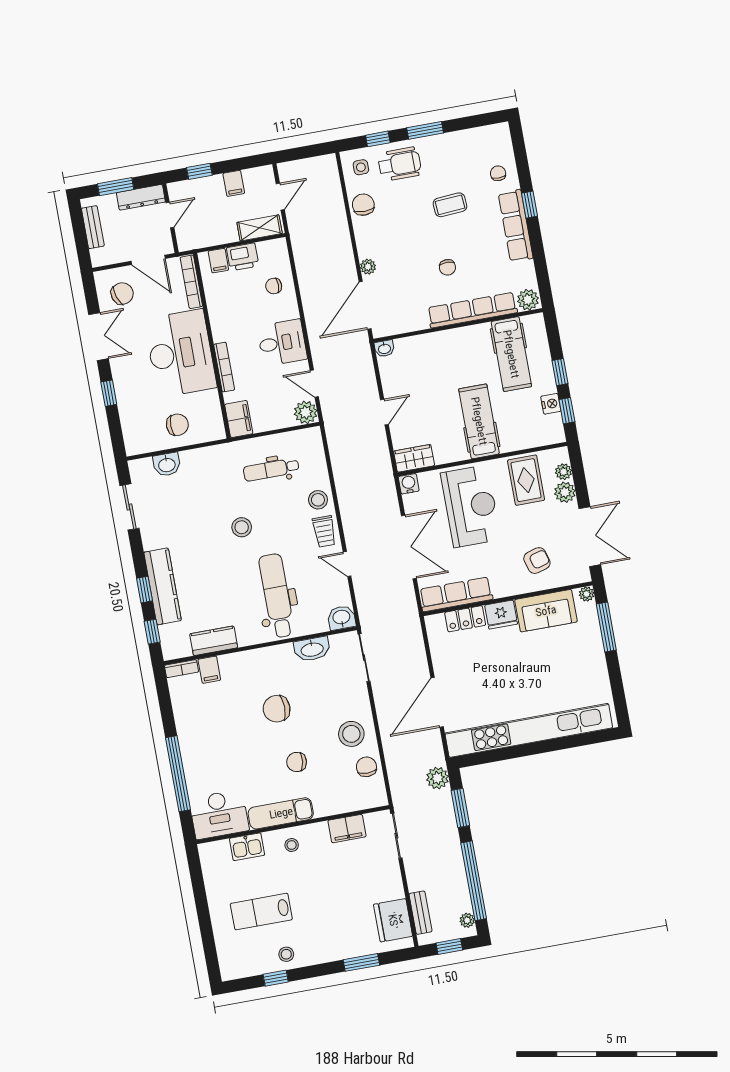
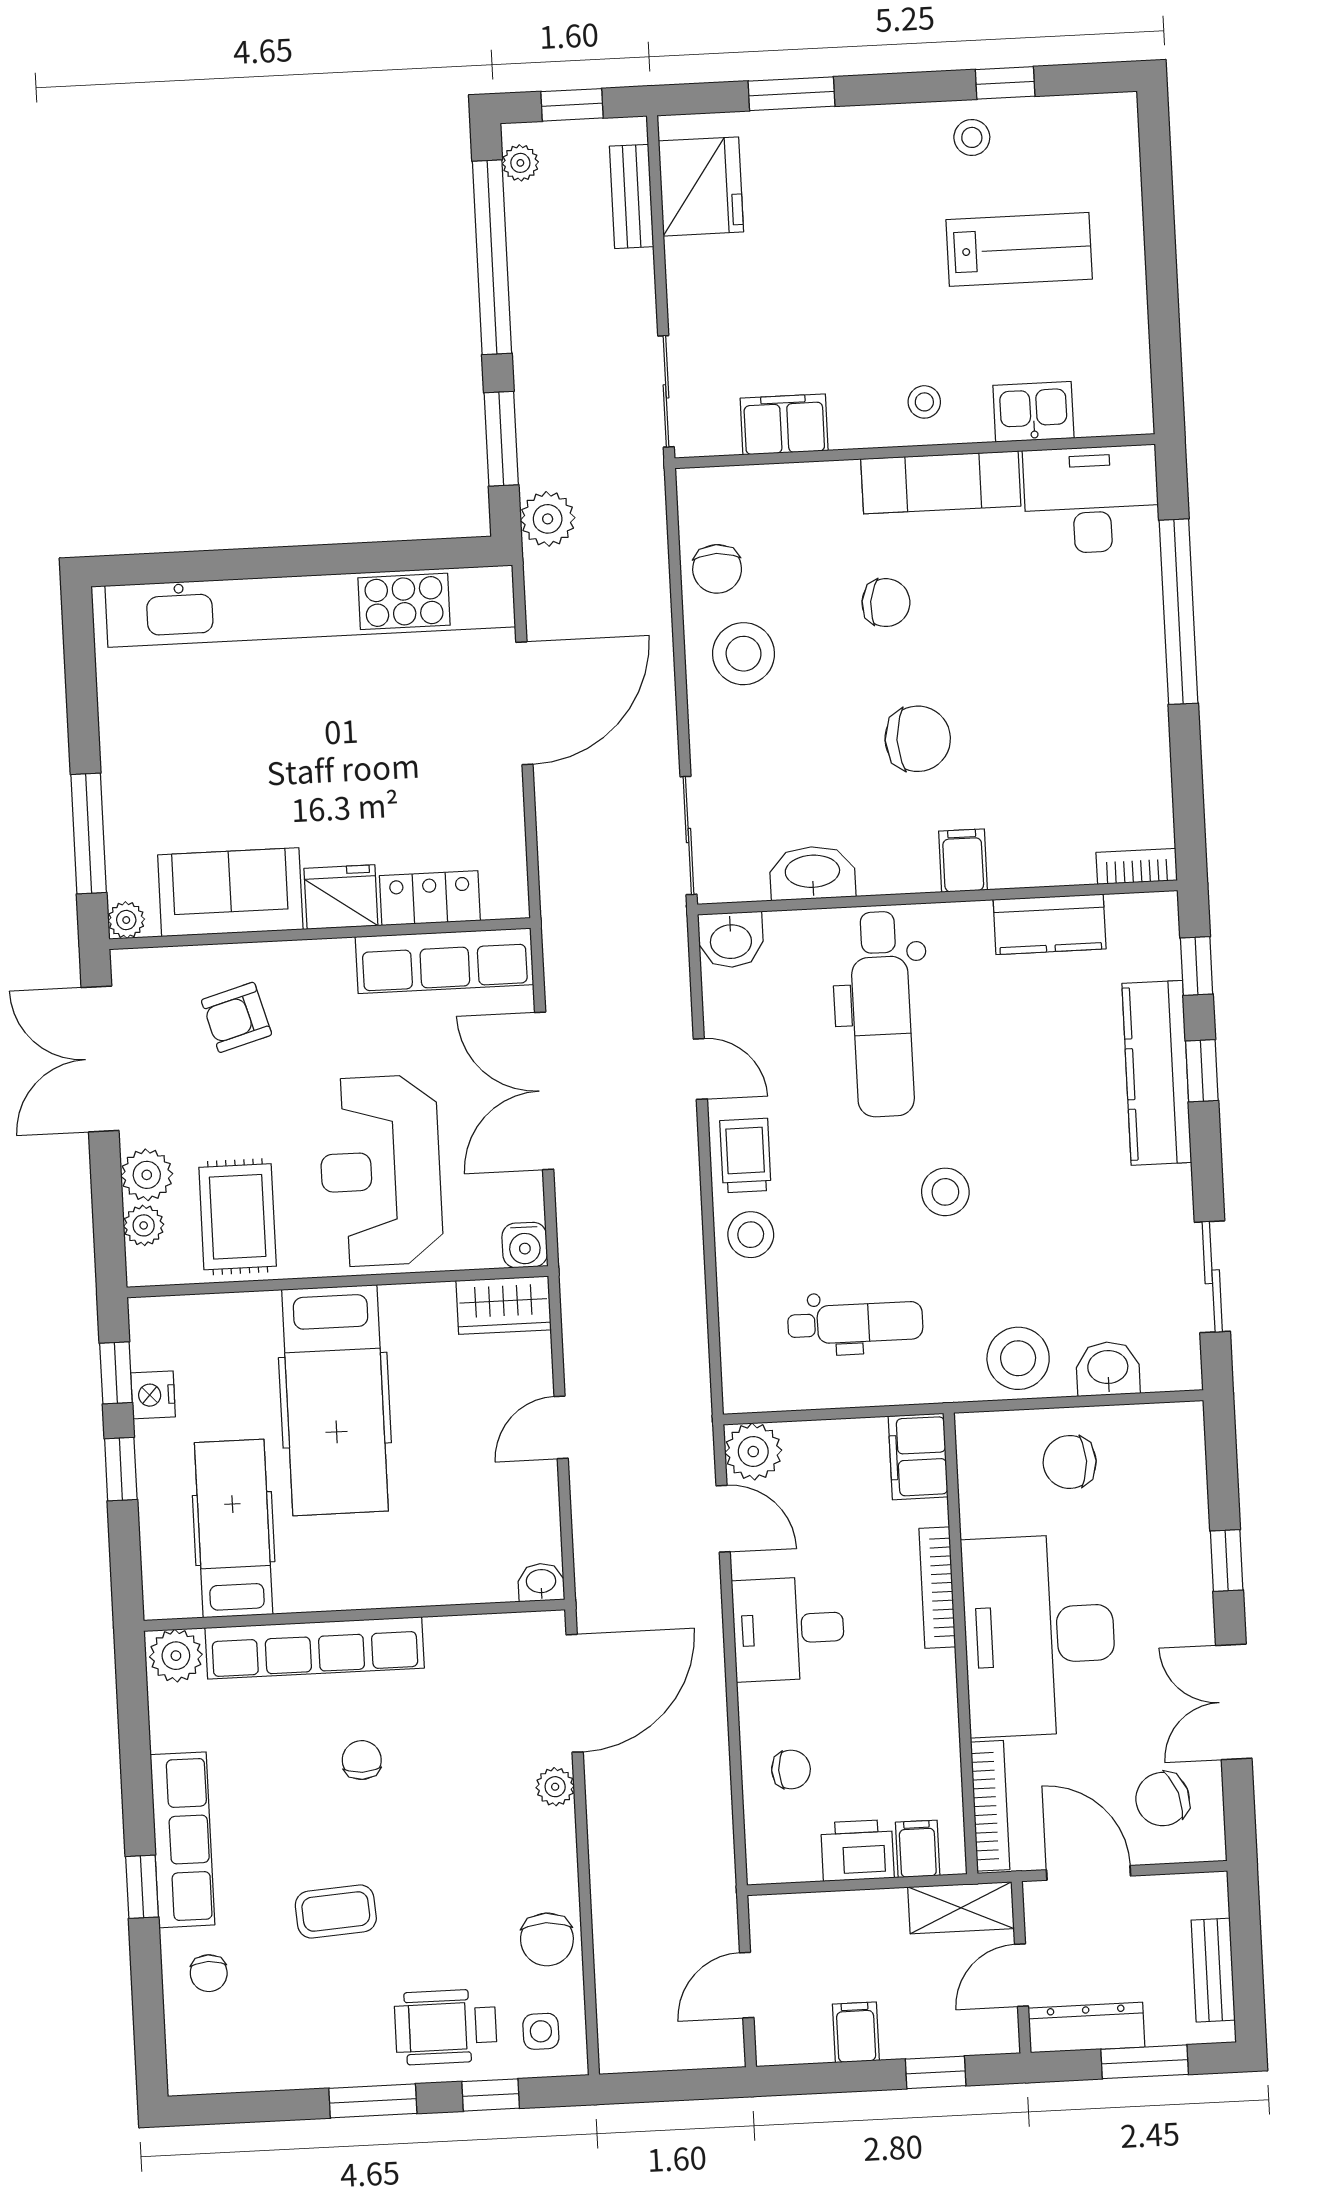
shelving: (260, 228) -> (961, 1908), moved
hospital bed: (479, 421) -> (335, 1400), width x1.37, depth x1.29
stool: (204, 464) -> (1018, 1358), added
filing cabinet: (209, 670) -> (963, 861), moved

